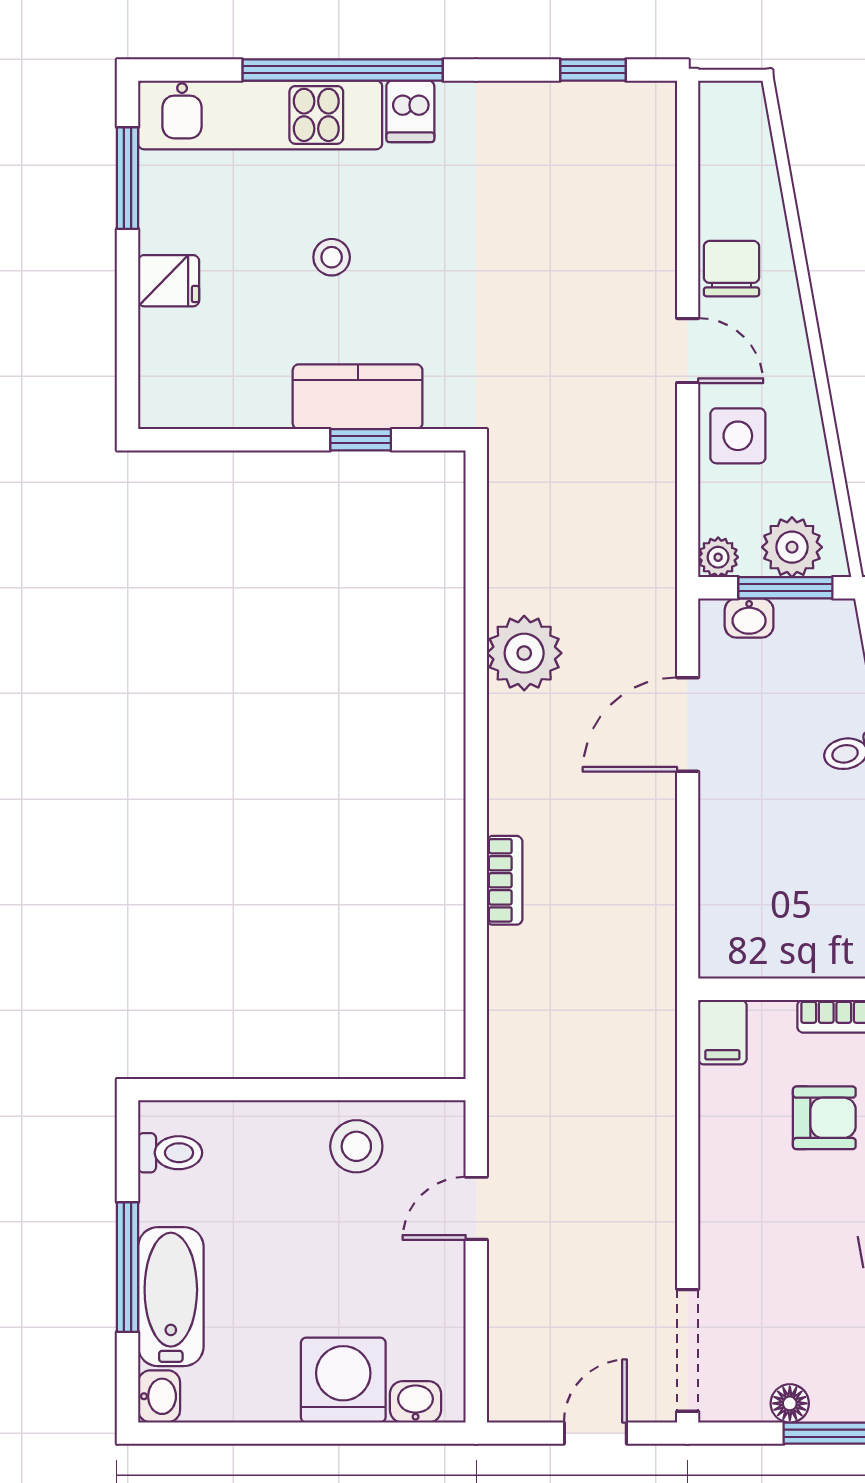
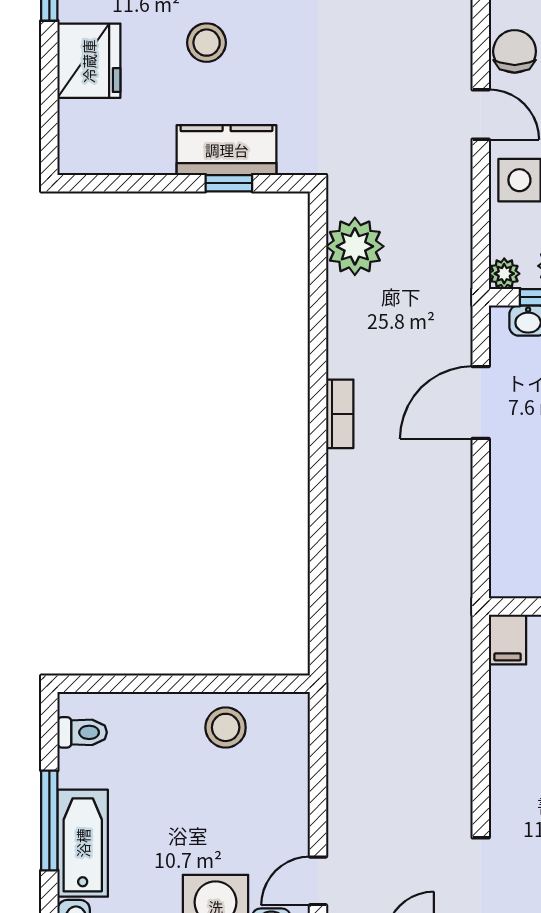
stool: (332, 257) -> (207, 43), width x1.37, depth x1.37
fridge: (169, 281) -> (89, 61), width x1.88, depth x1.34
plant: (524, 653) -> (355, 246), moved
bookcase: (505, 880) -> (340, 414), moved
door: (476, 1208) -> (318, 881), moved

